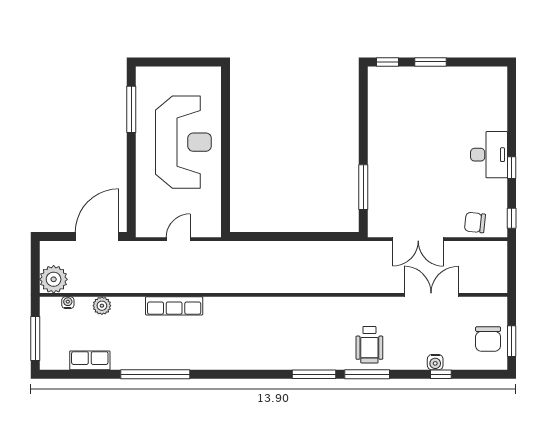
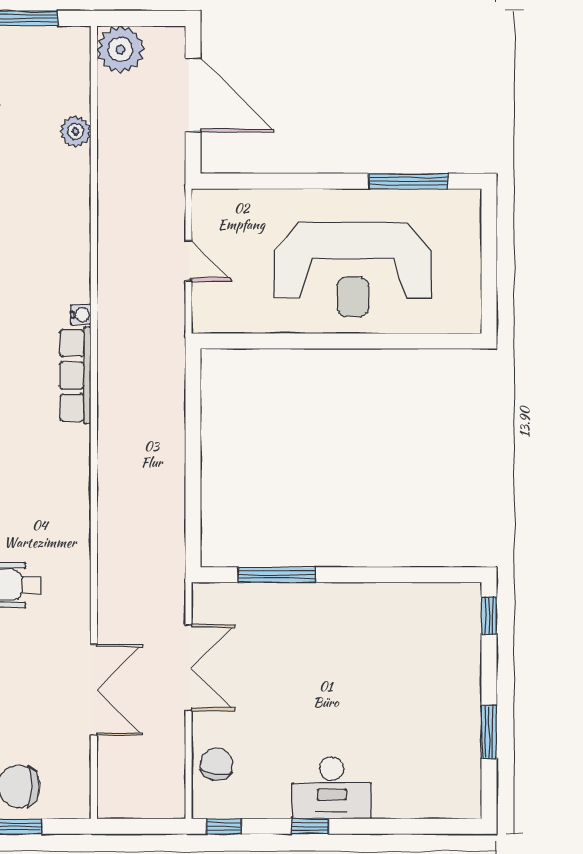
window: (430, 62) -> (489, 732), moved
door: (97, 236) -> (193, 95), moved
double door: (418, 239) -> (189, 668), swing flipped
water cooler: (68, 303) -> (81, 315), moved
row of seats: (174, 306) -> (75, 375), moved

